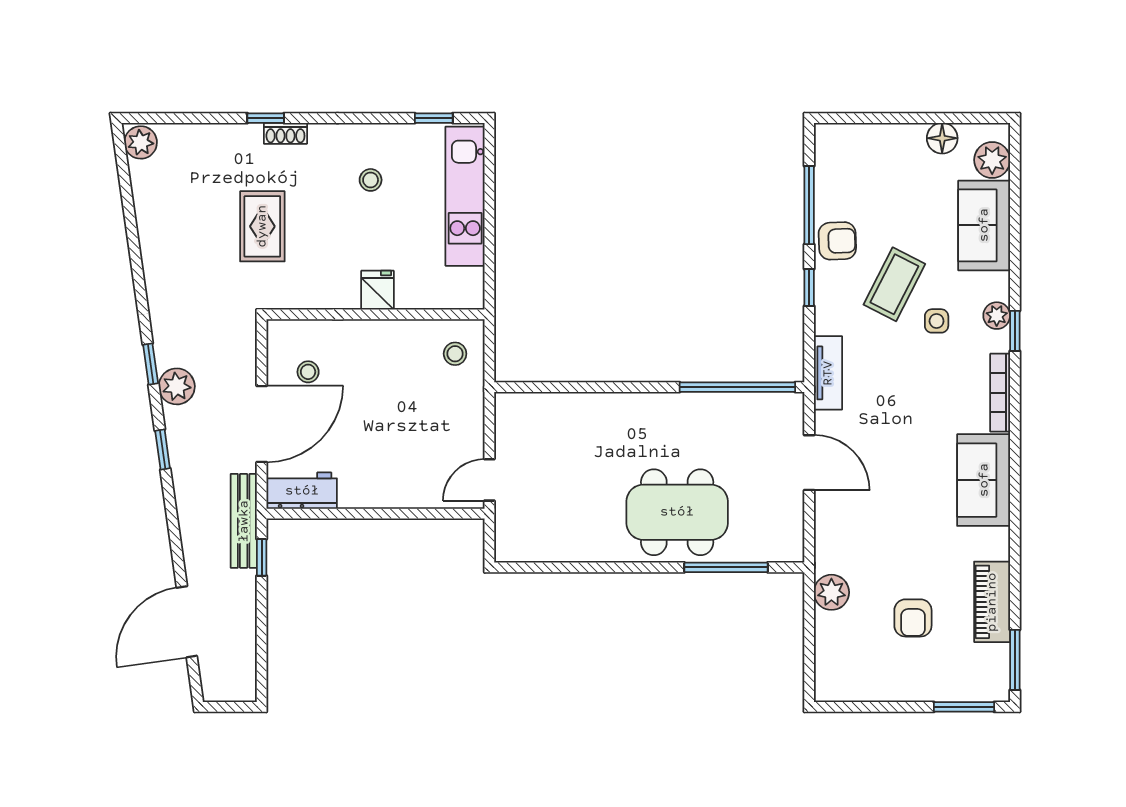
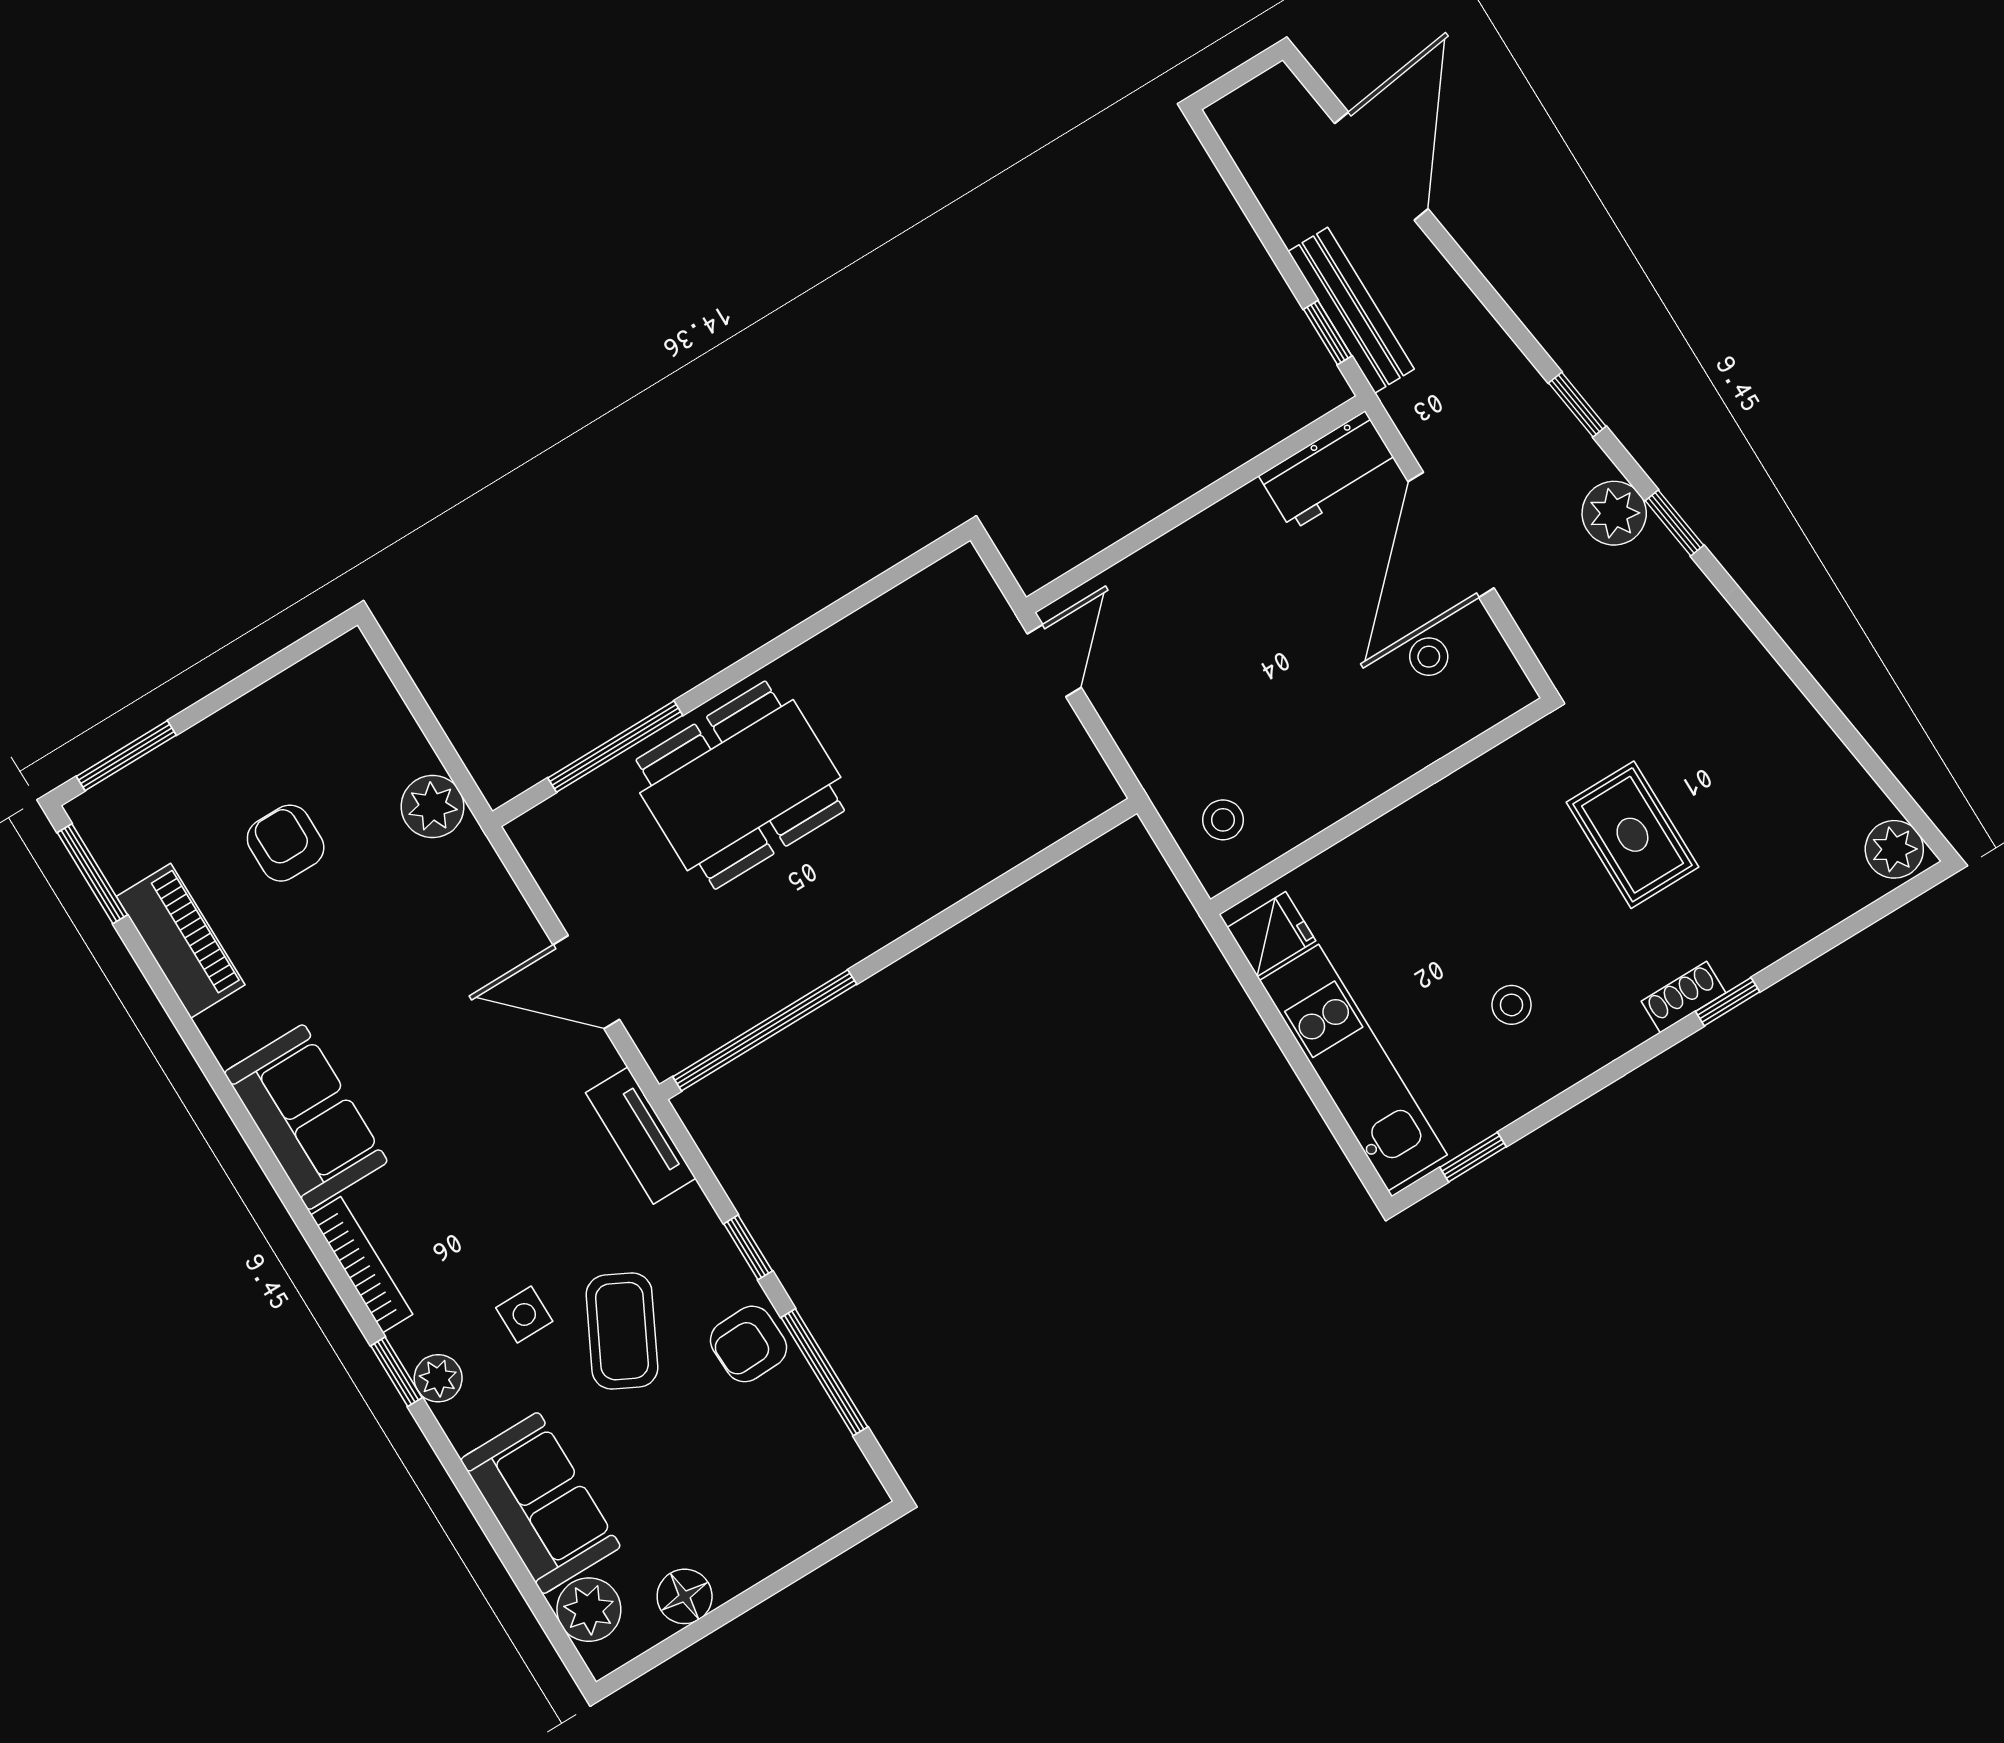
fridge: (378, 290) -> (1271, 934), moved, turned -90
bench: (244, 521) -> (1351, 310), moved

